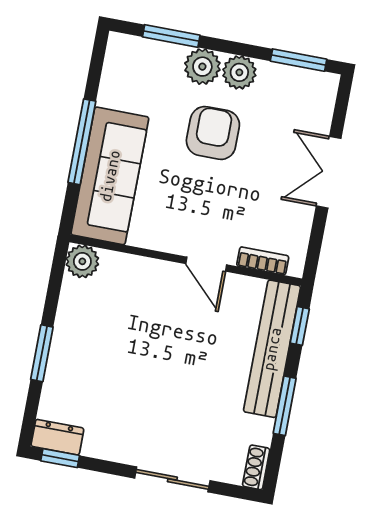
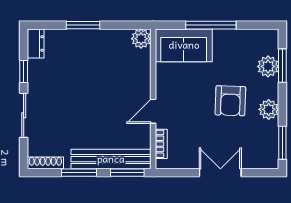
plant: (202, 67) -> (268, 66), moved
armchair: (213, 133) -> (230, 101), turned 92
sofa: (110, 176) -> (184, 45), width x0.73
window: (300, 326) -> (127, 173), width x1.50
window: (60, 458) -> (24, 71), moved
shoe rack: (256, 467) -> (45, 163), width x1.43

